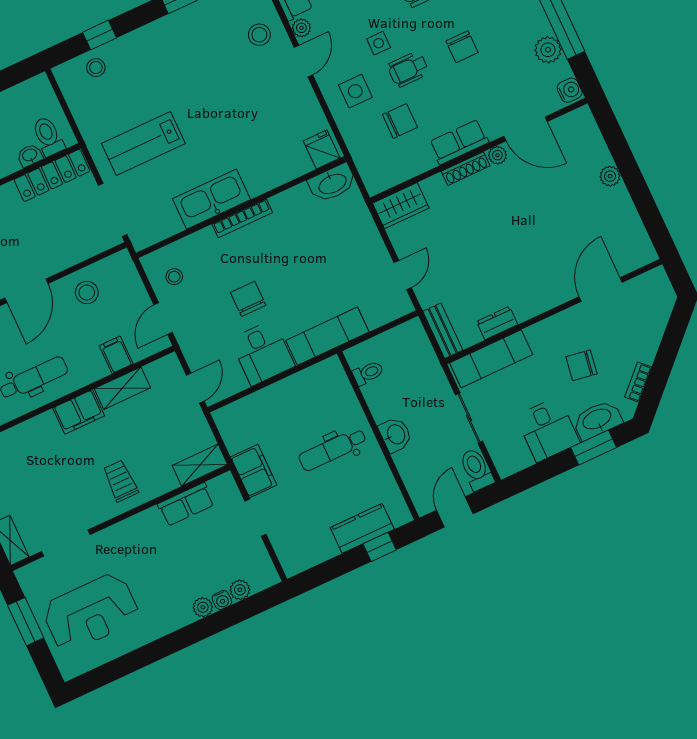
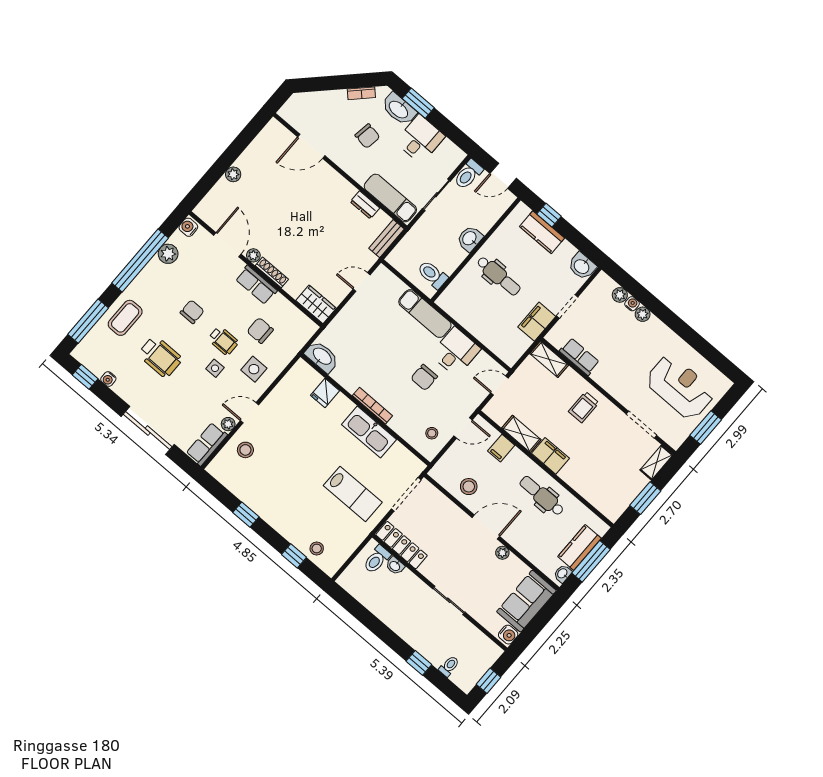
fridge: (322, 149) -> (325, 393), moved
toilet: (368, 373) -> (432, 275), width x1.37, depth x1.39
washbasin: (297, 559) -> (582, 266), added

